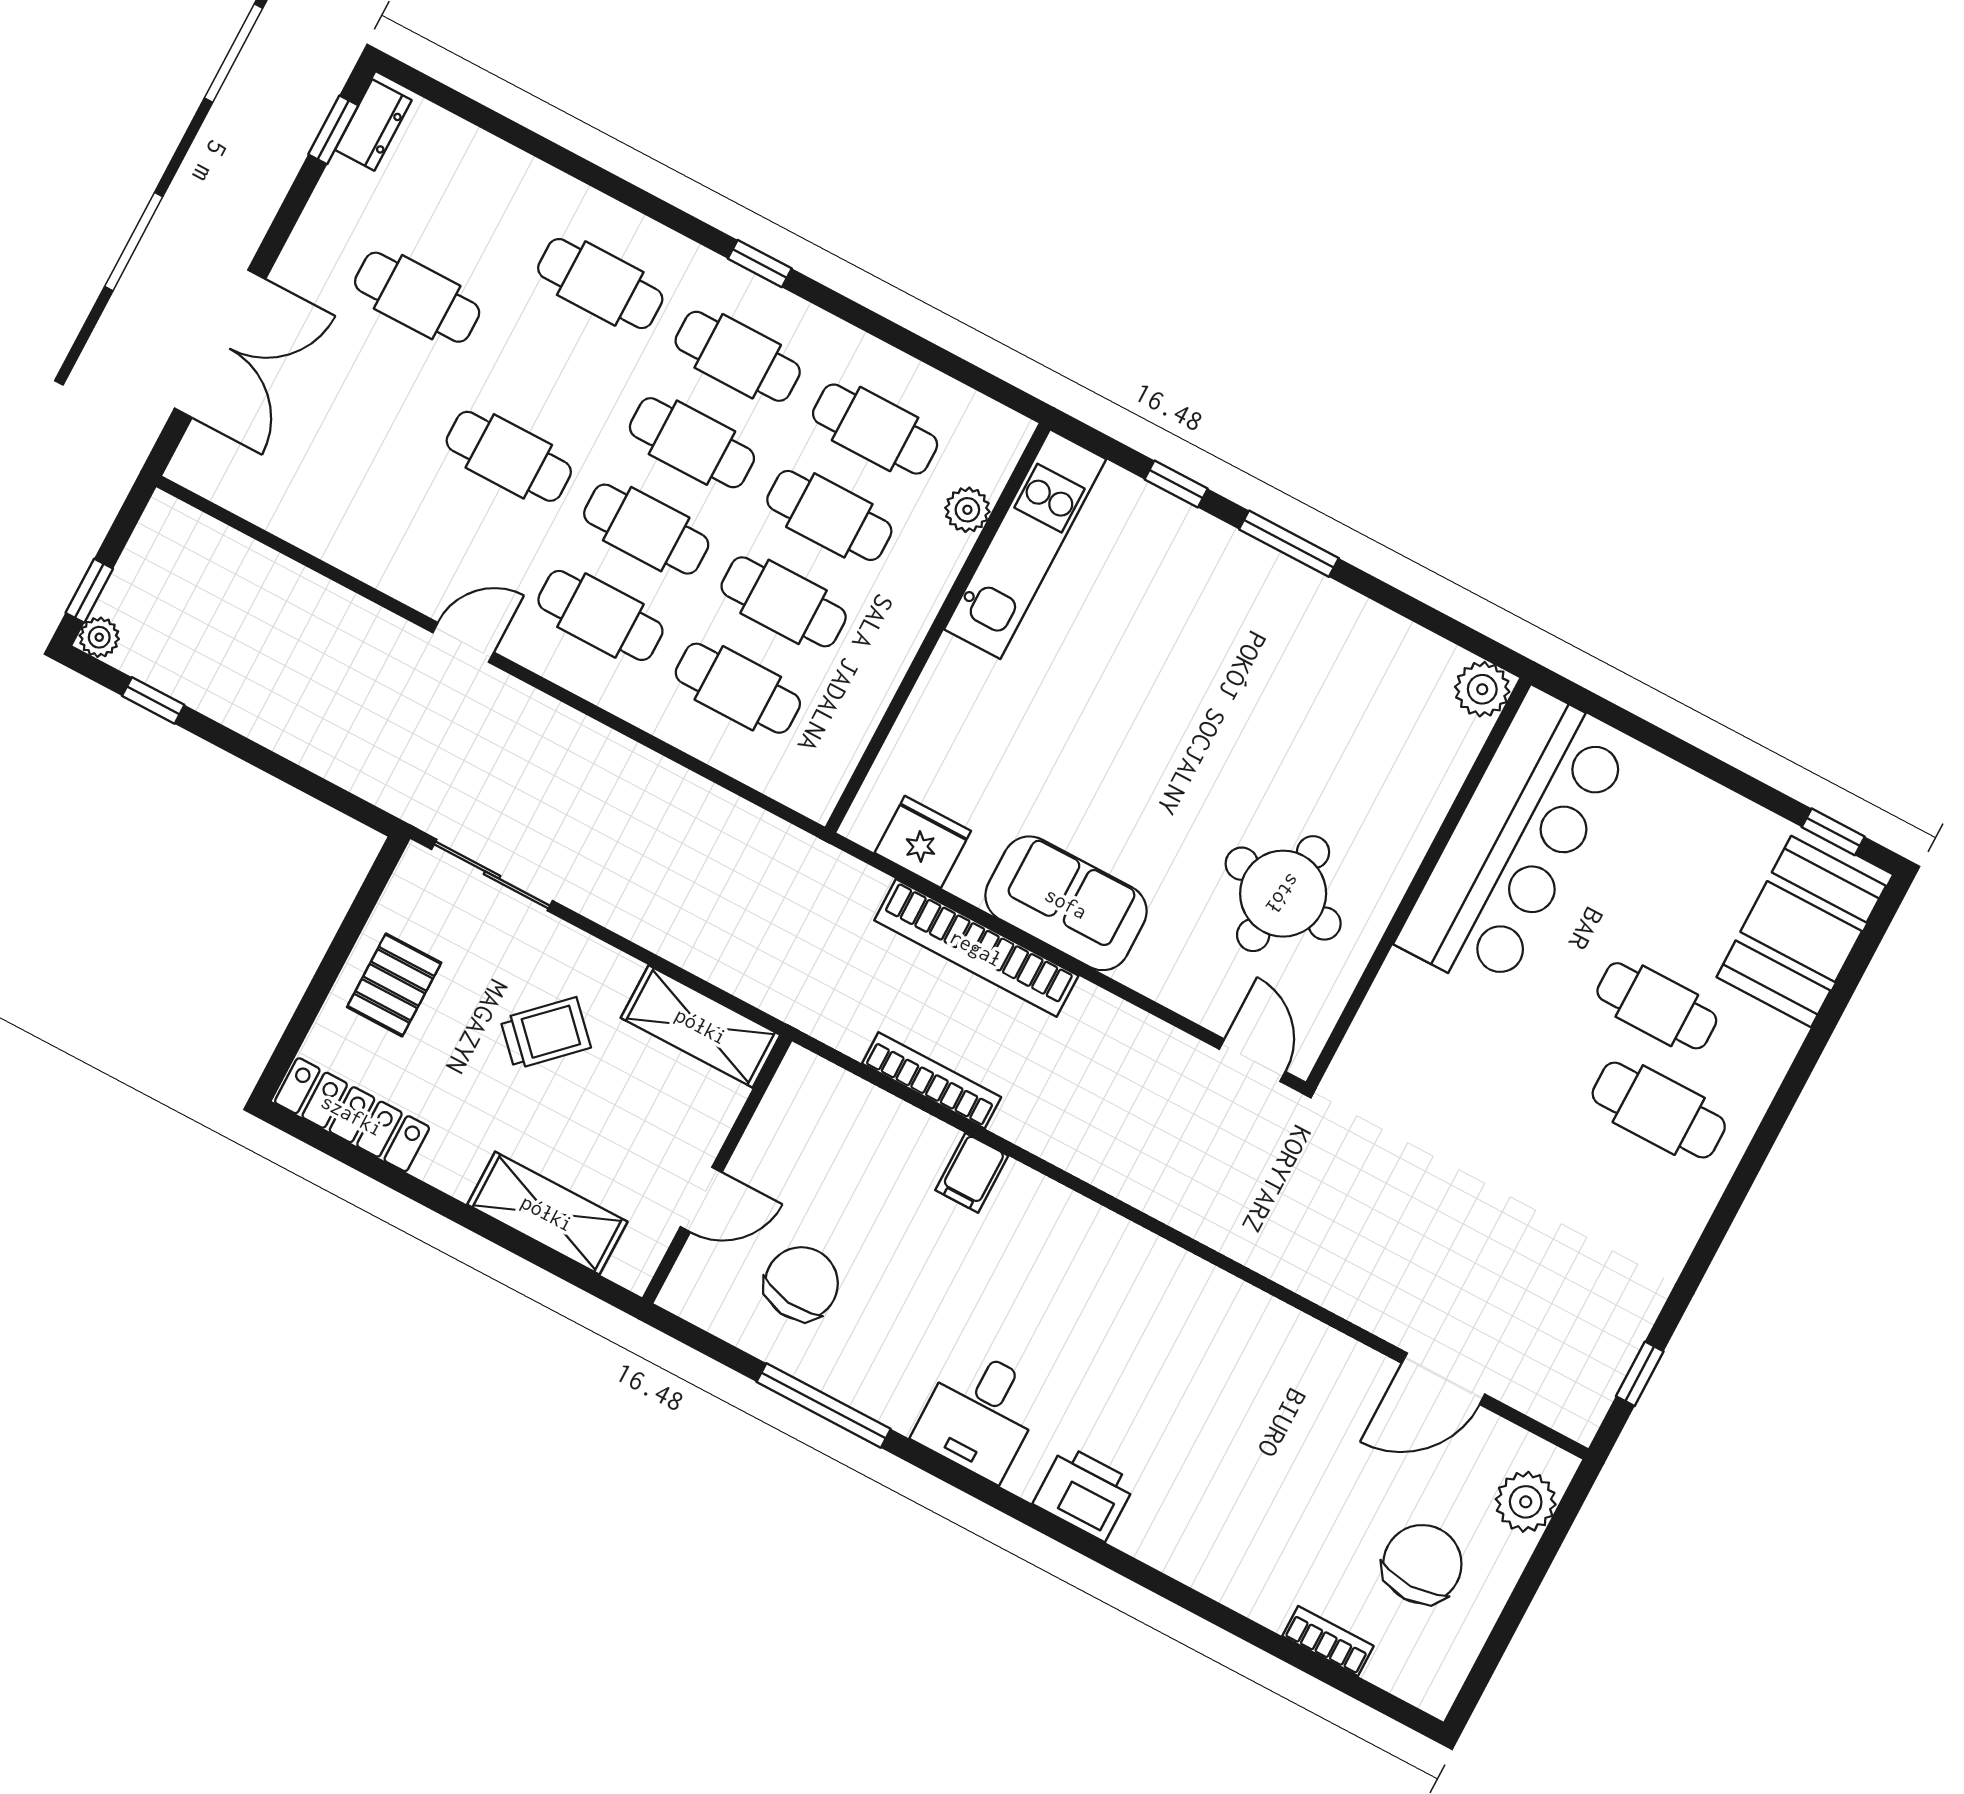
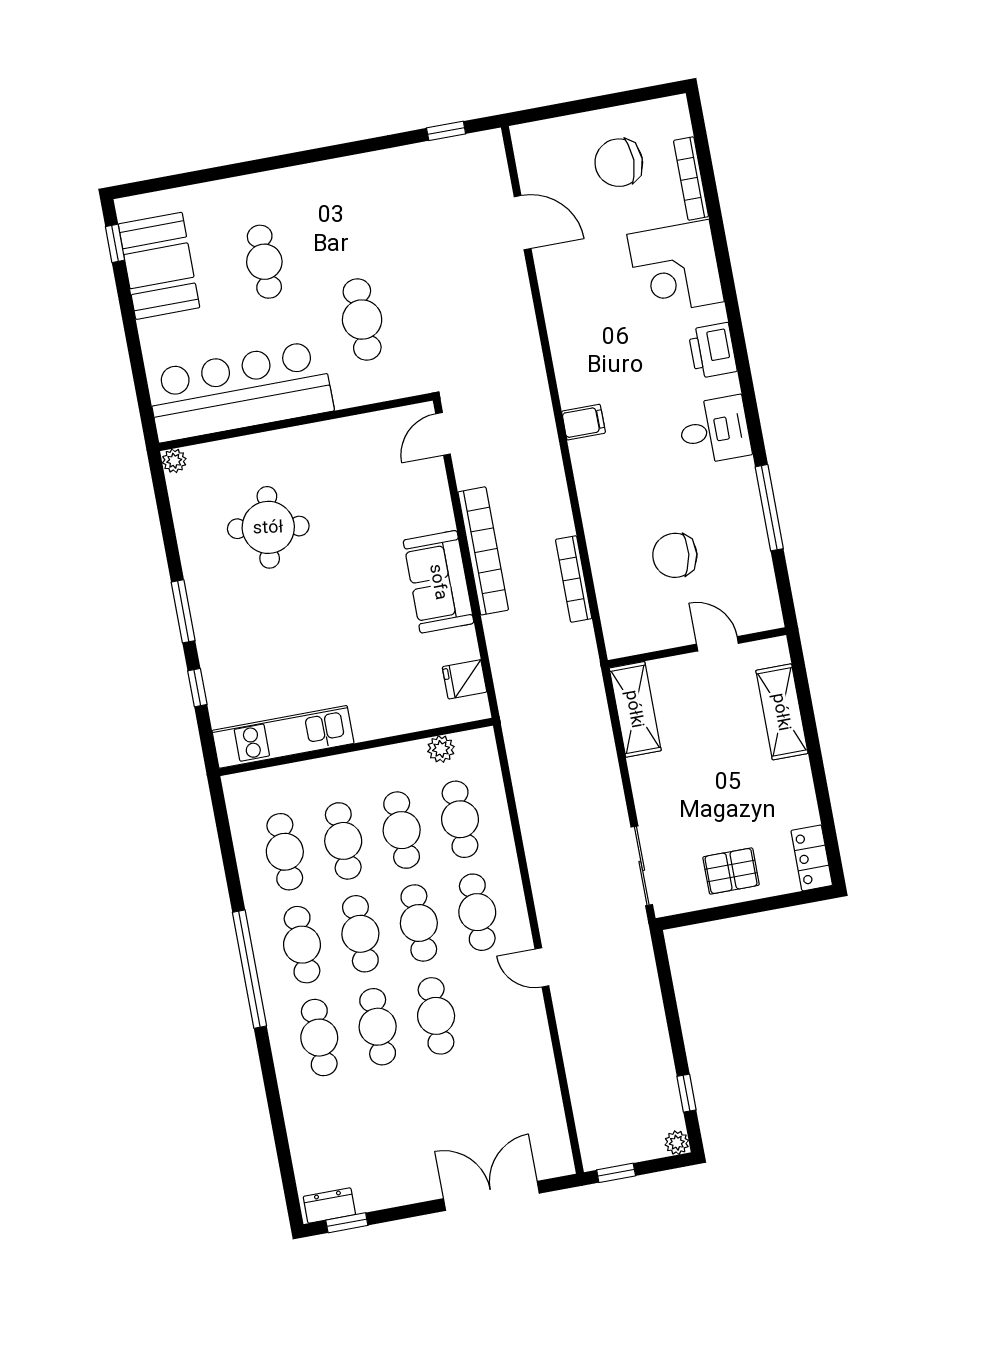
window: (760, 264) -> (249, 969), width x3.17
cafe table: (417, 297) -> (378, 1027), moved
plant: (967, 510) -> (441, 749), moved
window: (89, 591) -> (616, 1173), moved
plant: (1482, 689) -> (174, 461), width x0.73, depth x0.73
fridge: (923, 842) -> (465, 679), width x0.72
round table: (1283, 894) -> (268, 527), moved
booth: (1801, 931) -> (159, 266), moved, turned 90
bookcase: (976, 948) -> (483, 551), moved
trolley: (545, 1033) -> (697, 781), removed
cafe table: (1659, 1110) -> (362, 320), moved
locker: (352, 1115) -> (812, 858), width x0.66
filing cabinet: (972, 1173) -> (583, 422), moved
chair: (801, 1284) -> (675, 555), moved
plant: (1526, 1502) -> (550, 137), removed
corner desk: (1228, 1530) -> (676, 268), added
bookcase: (1328, 1641) -> (691, 179), width x1.56

